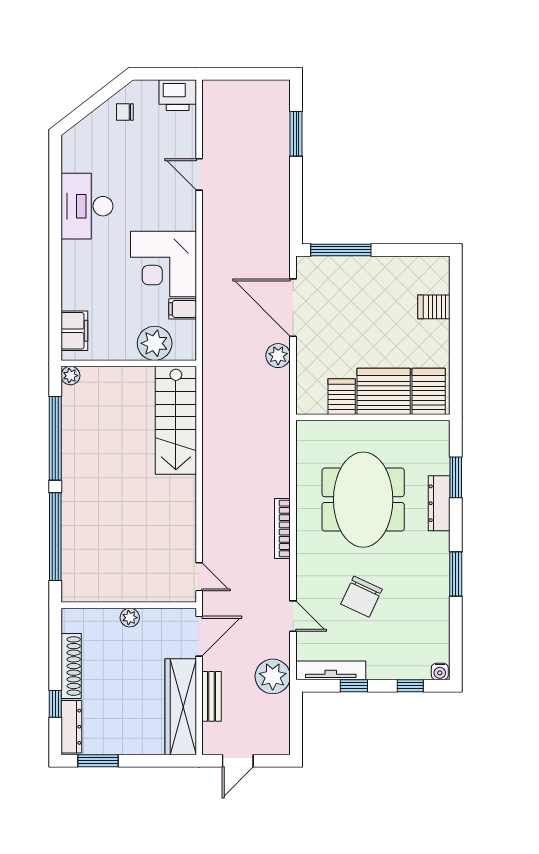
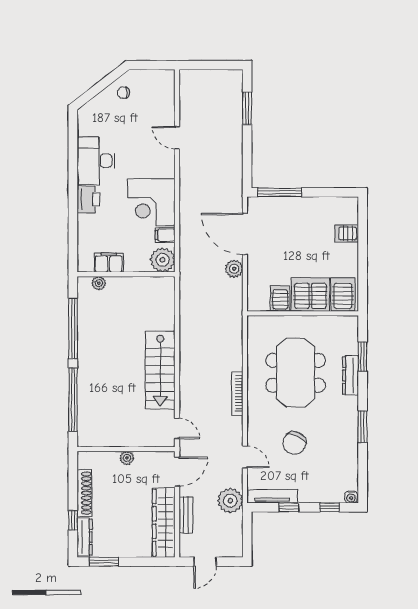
printer: (178, 95) -> (88, 199), moved, turned -90
filing cabinet: (74, 331) -> (109, 263), moved, turned -90
plant: (155, 343) -> (163, 260), moved
plant: (70, 376) -> (99, 283), moved
stairs: (176, 420) -> (160, 370), moved

